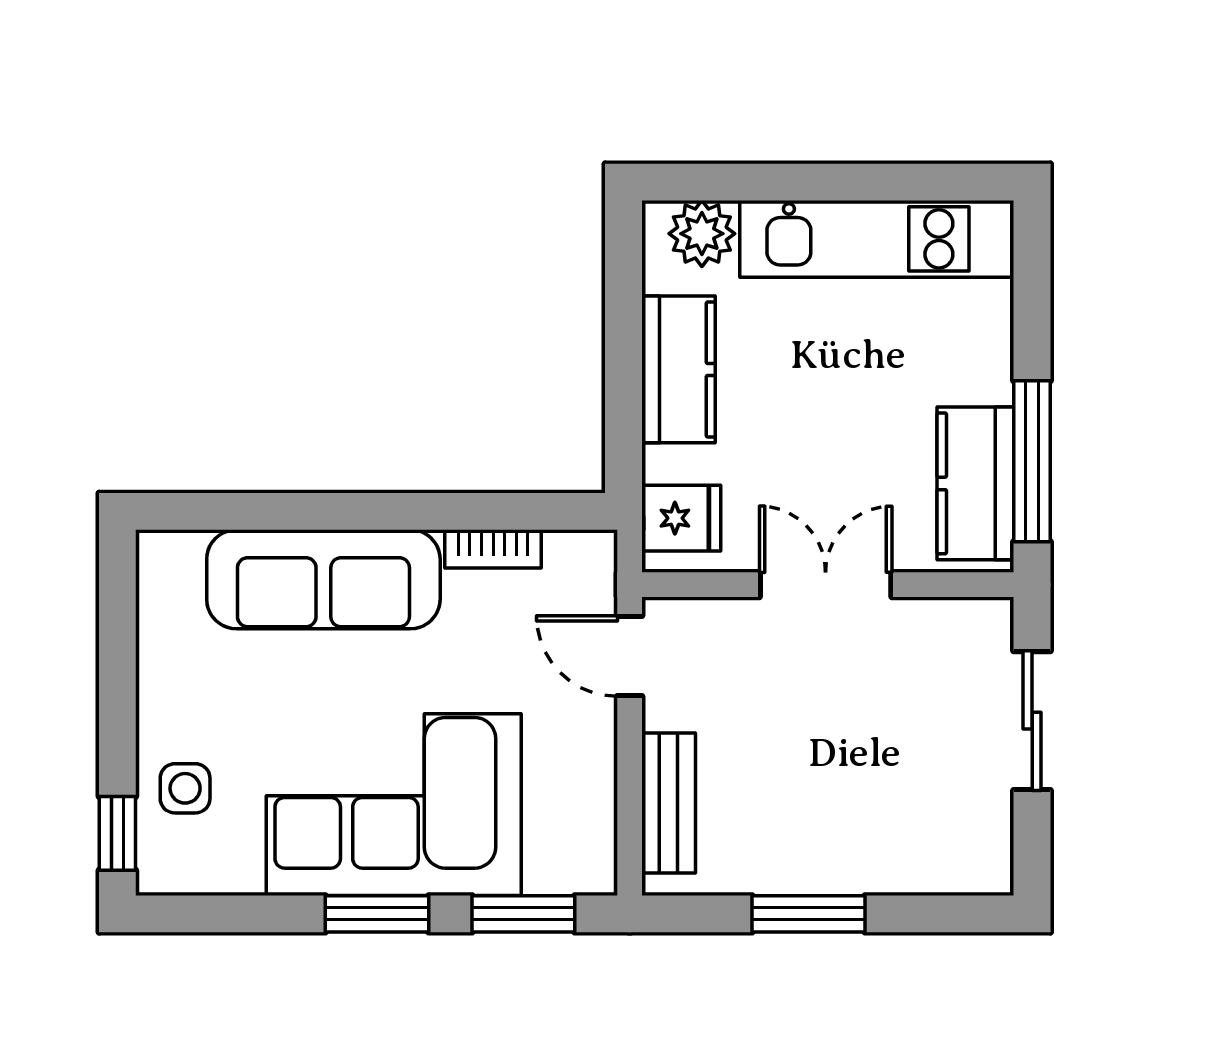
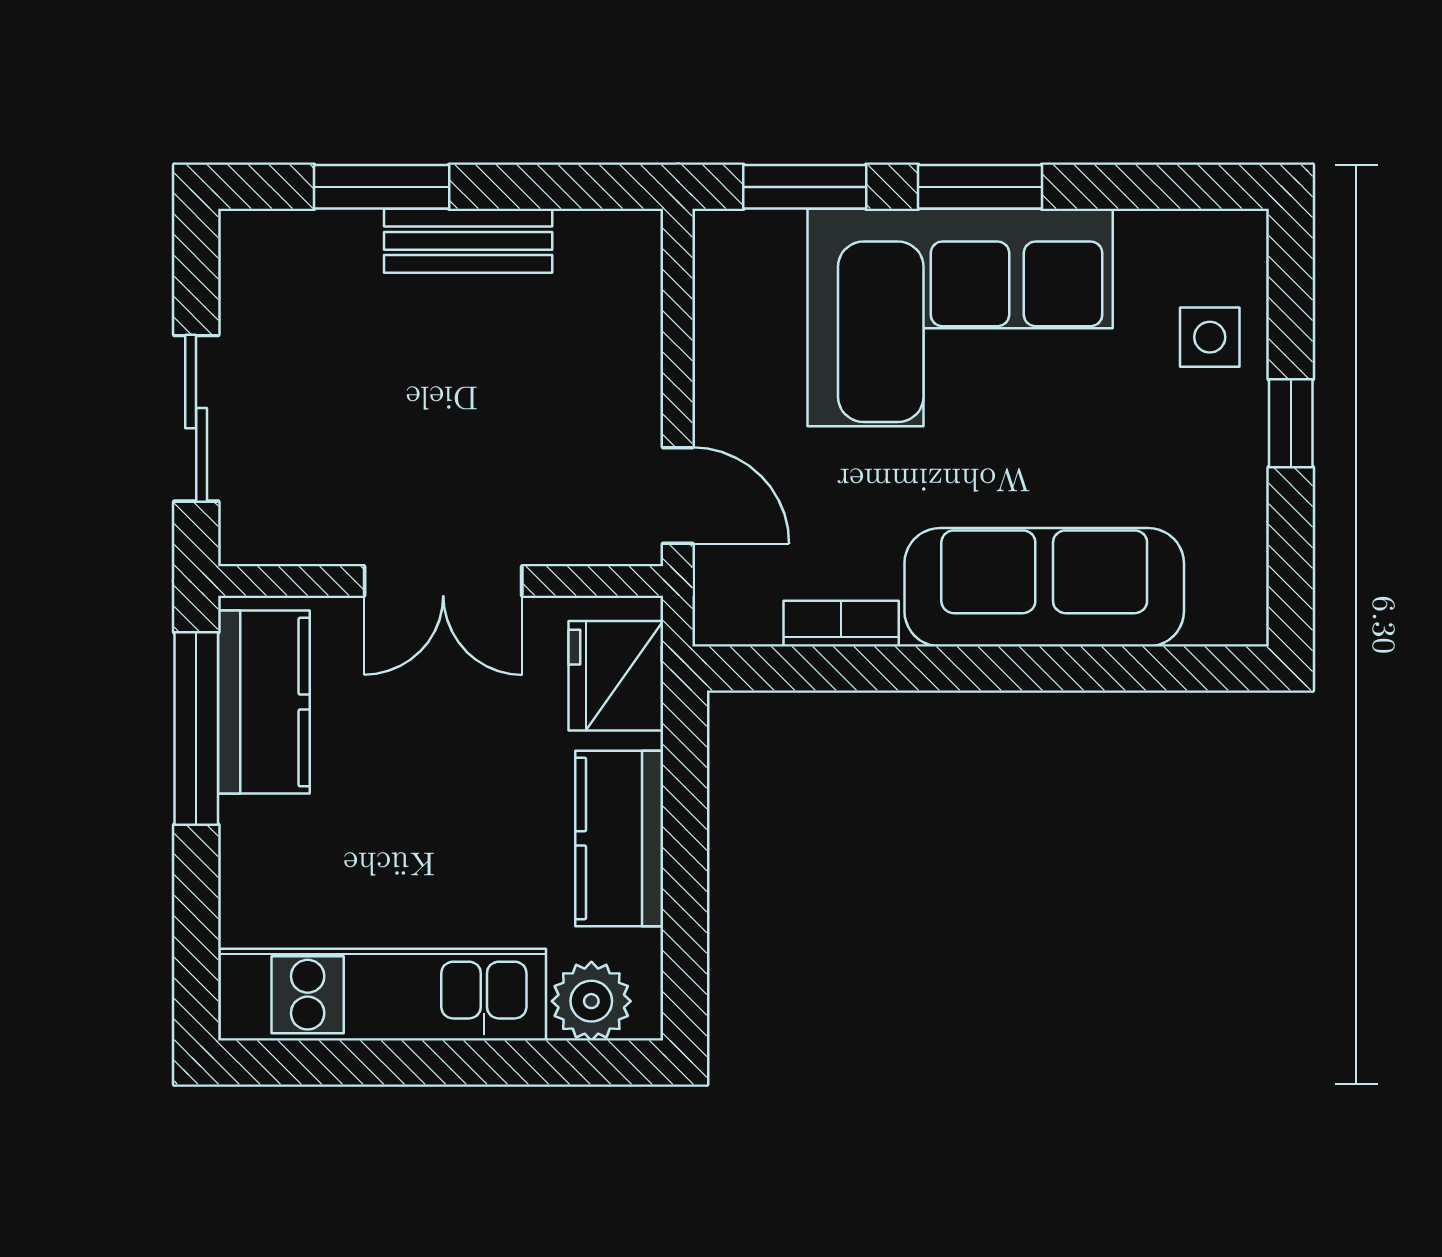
fridge: (681, 518) -> (616, 676), width x1.38
bench: (669, 803) -> (468, 241), moved, turned 90
window: (117, 833) -> (1291, 423), moved
window: (809, 914) -> (382, 187), moved

